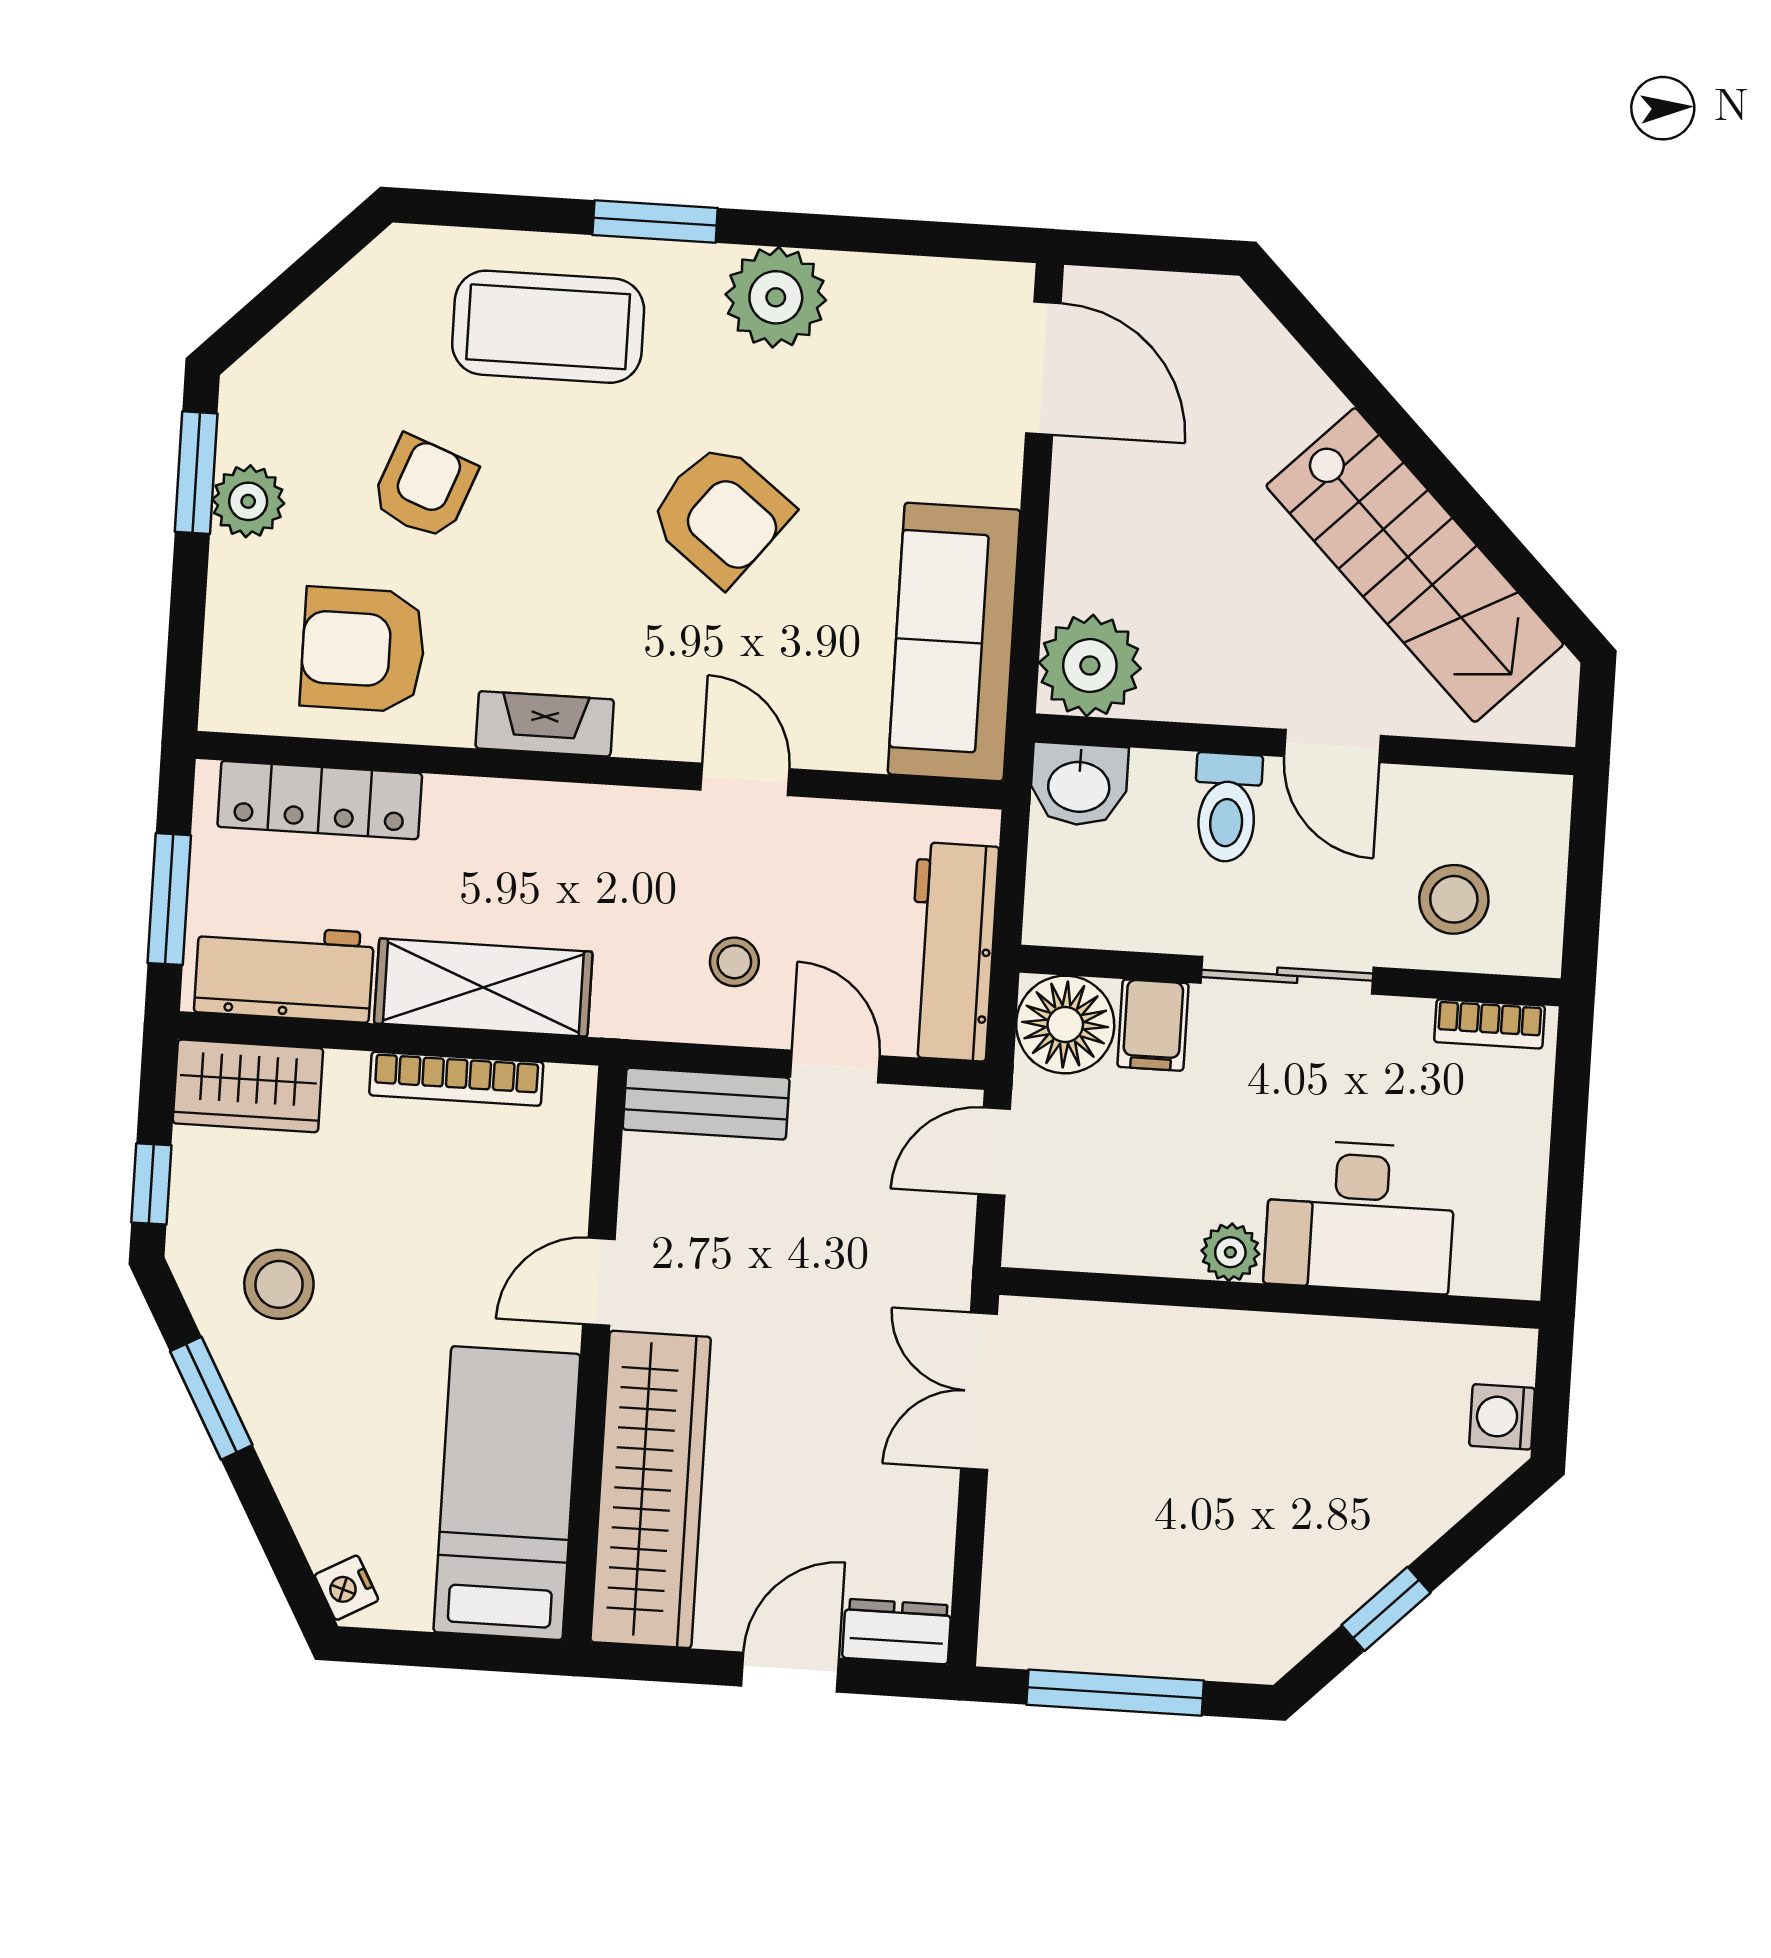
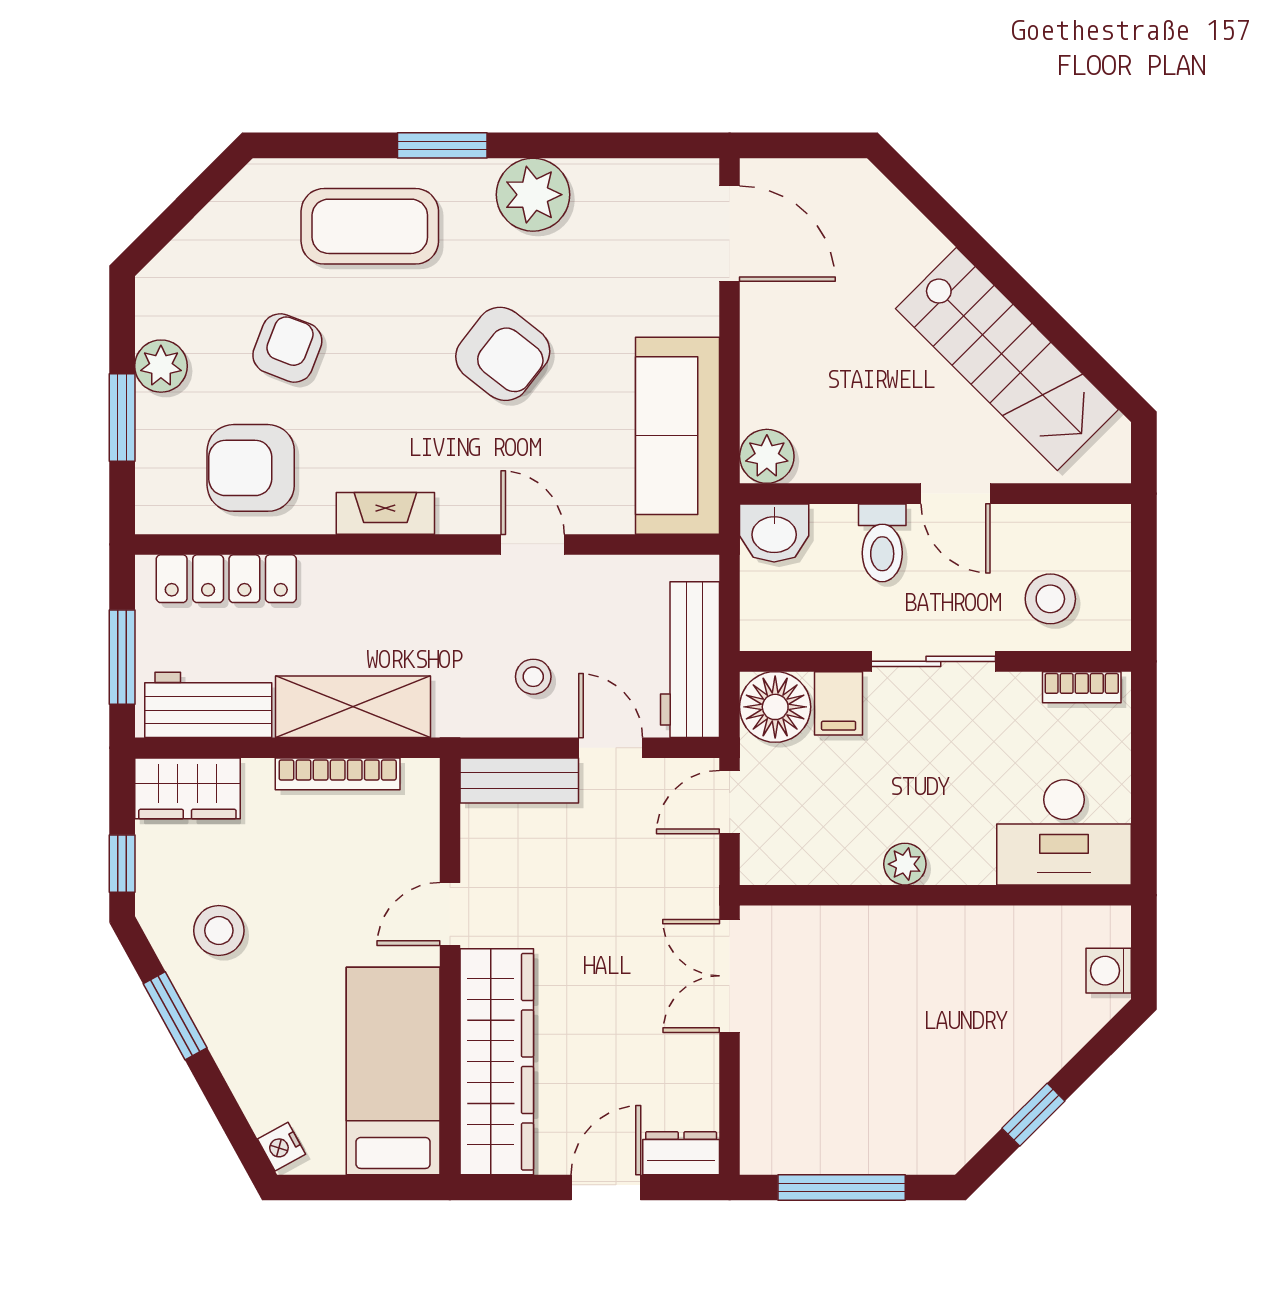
window: (196, 473) -> (122, 418), moved
plant: (1090, 665) -> (767, 456), width x0.73, depth x0.73
desk: (1360, 1217) -> (1064, 832), moved

